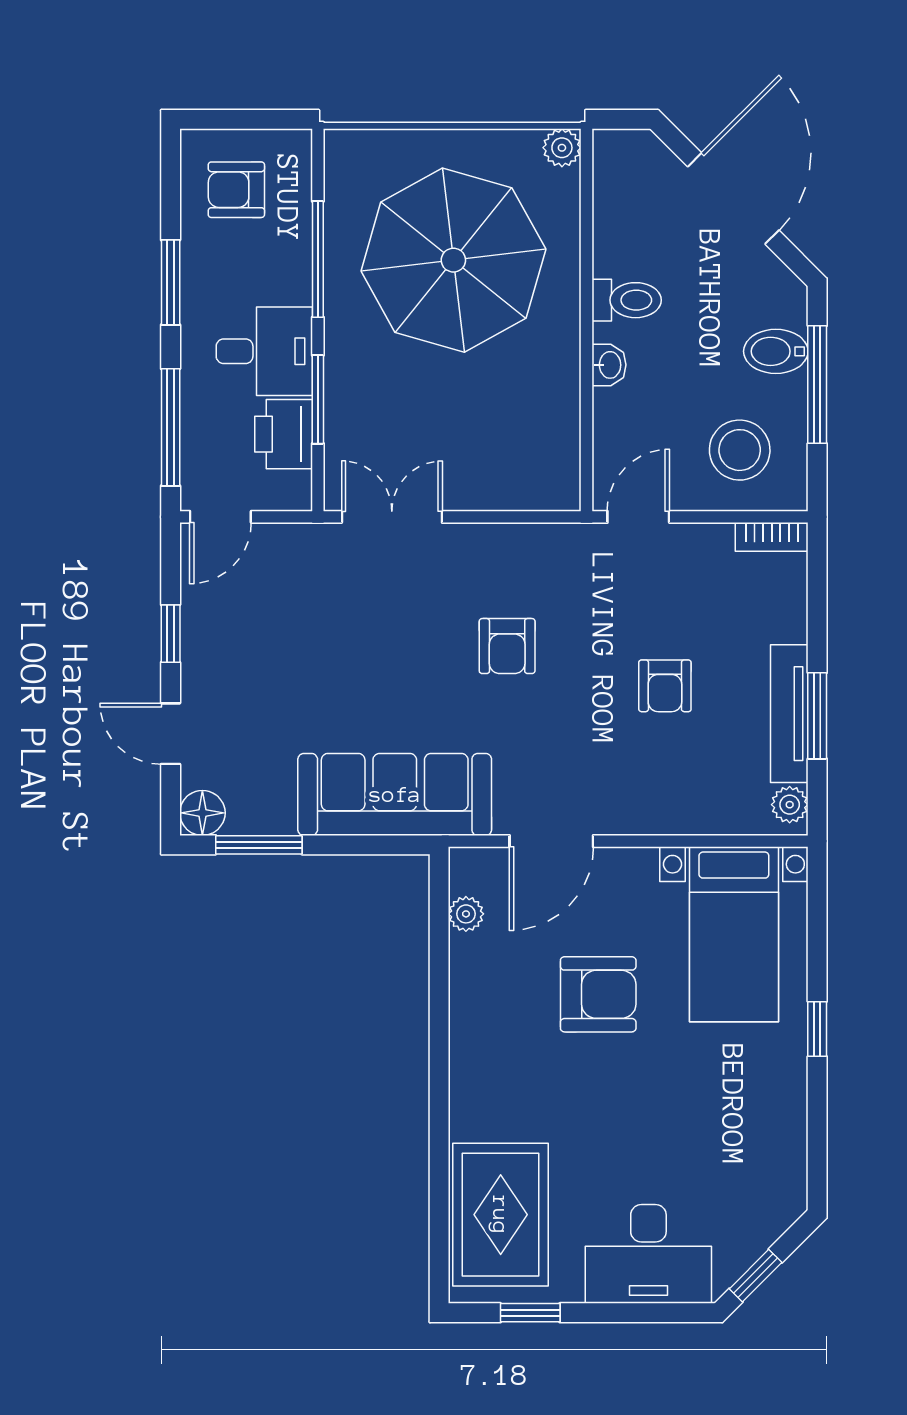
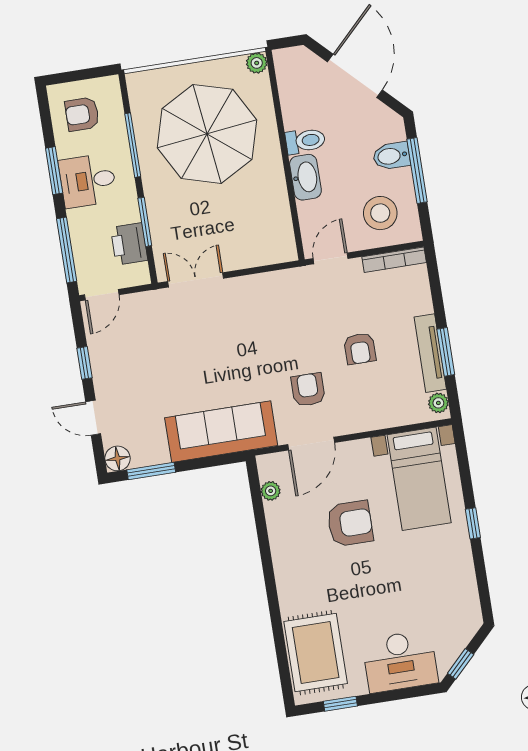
desk: (264, 351) -> (88, 181), moved, turned 180
washbasin: (609, 365) -> (305, 177), width x1.91, depth x1.45
bookcase: (772, 537) -> (394, 260), width x1.56
armchair: (507, 646) -> (308, 390), moved, turned 180

